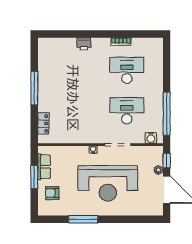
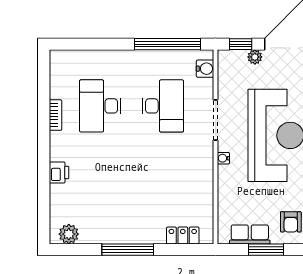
plant: (44, 50) -> (69, 234), added
desk: (127, 111) -> (163, 106), turned 180

